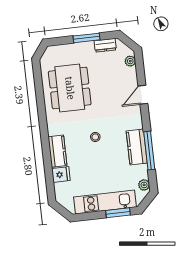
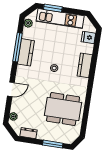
window: (86, 38) -> (53, 144), moved
dining table: (70, 88) -> (63, 109), turned 90
fridge: (61, 175) -> (88, 37), moved

